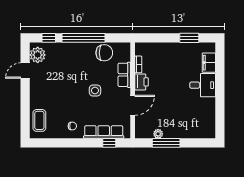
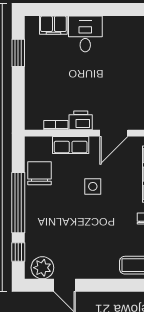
door: (133, 105) -> (114, 133), swing flipped

